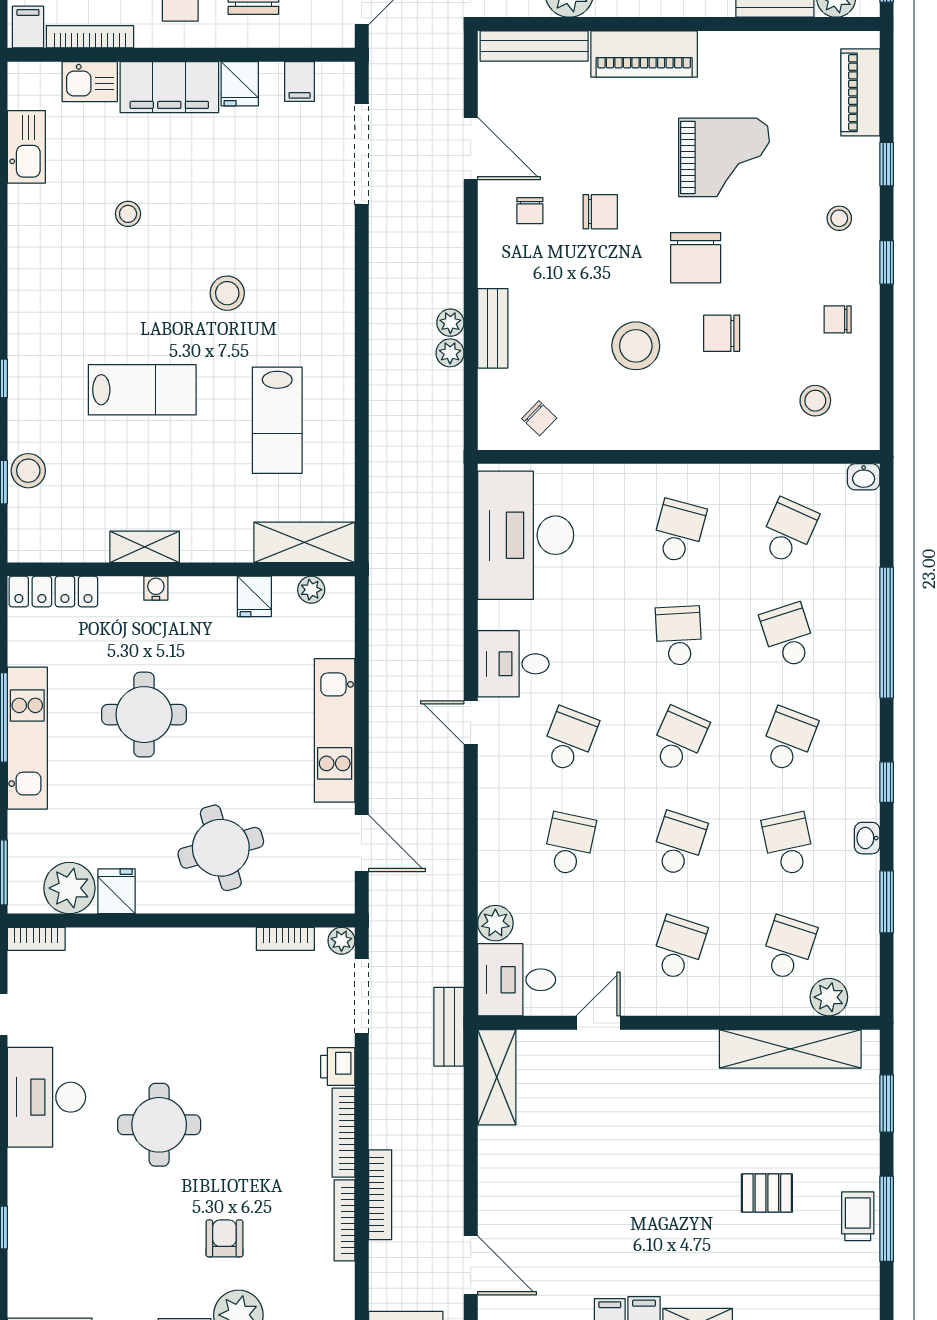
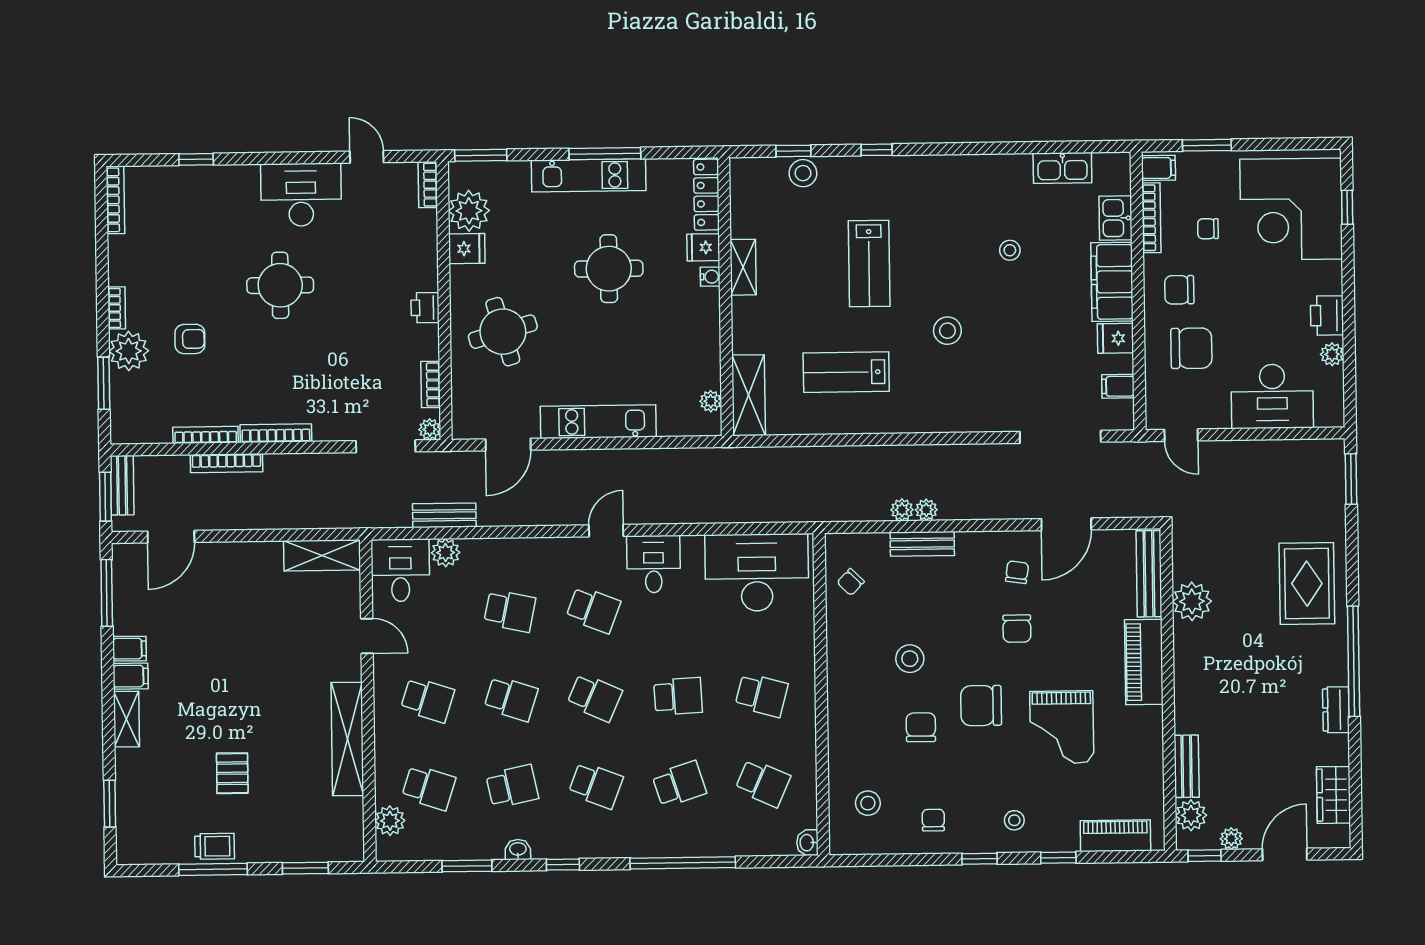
chair: (530, 211) -> (1017, 572), turned 98
stool: (636, 346) -> (910, 659), width x0.73, depth x0.73
fridge: (254, 596) -> (703, 247), moved
bench: (449, 1027) -> (444, 515), moved
shelving: (790, 1049) -> (347, 739), moved
printer: (338, 1067) -> (425, 308), moved, turned -90

